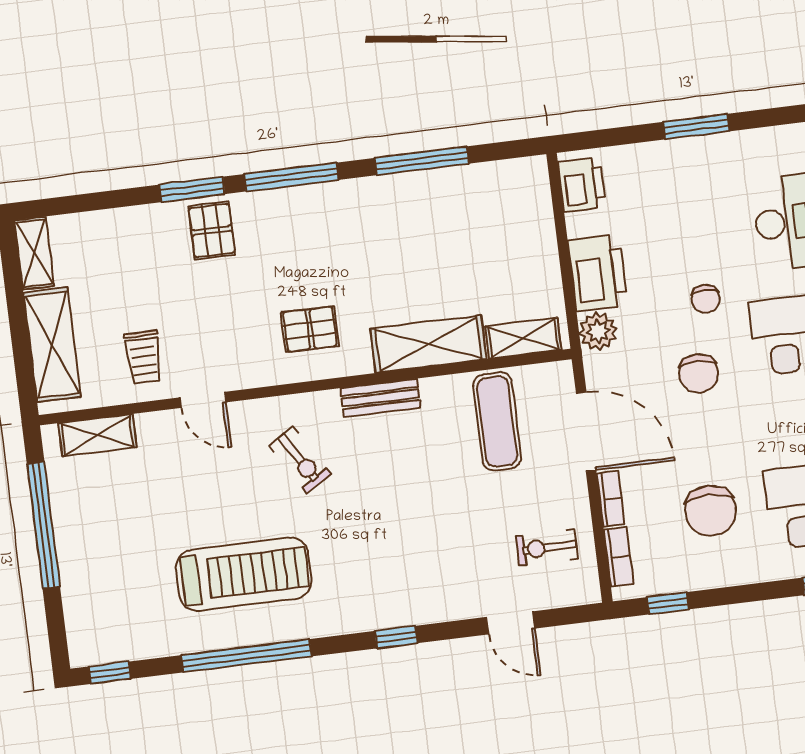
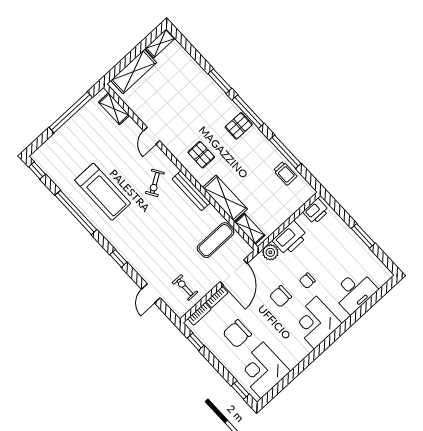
pallet: (212, 230) -> (239, 126), moved
trolley: (143, 357) -> (285, 173), moved, turned -90
bench: (380, 398) -> (191, 191), width x1.36

